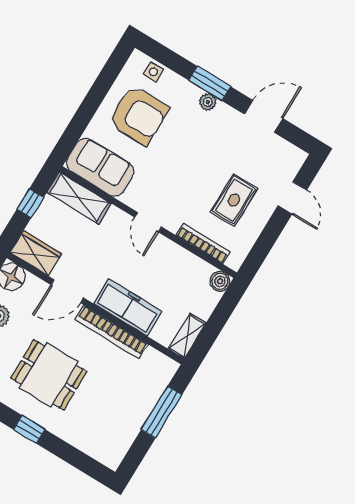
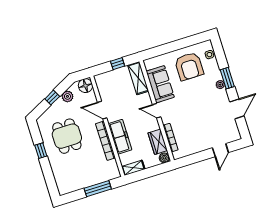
door: (263, 116) -> (237, 109), hinge flipped
sofa: (100, 167) -> (160, 84), moved
rug: (234, 200) -> (197, 131), removed
door: (148, 222) -> (157, 111), hinge flipped
wardrobe: (36, 253) -> (158, 142), moved, turned 180

